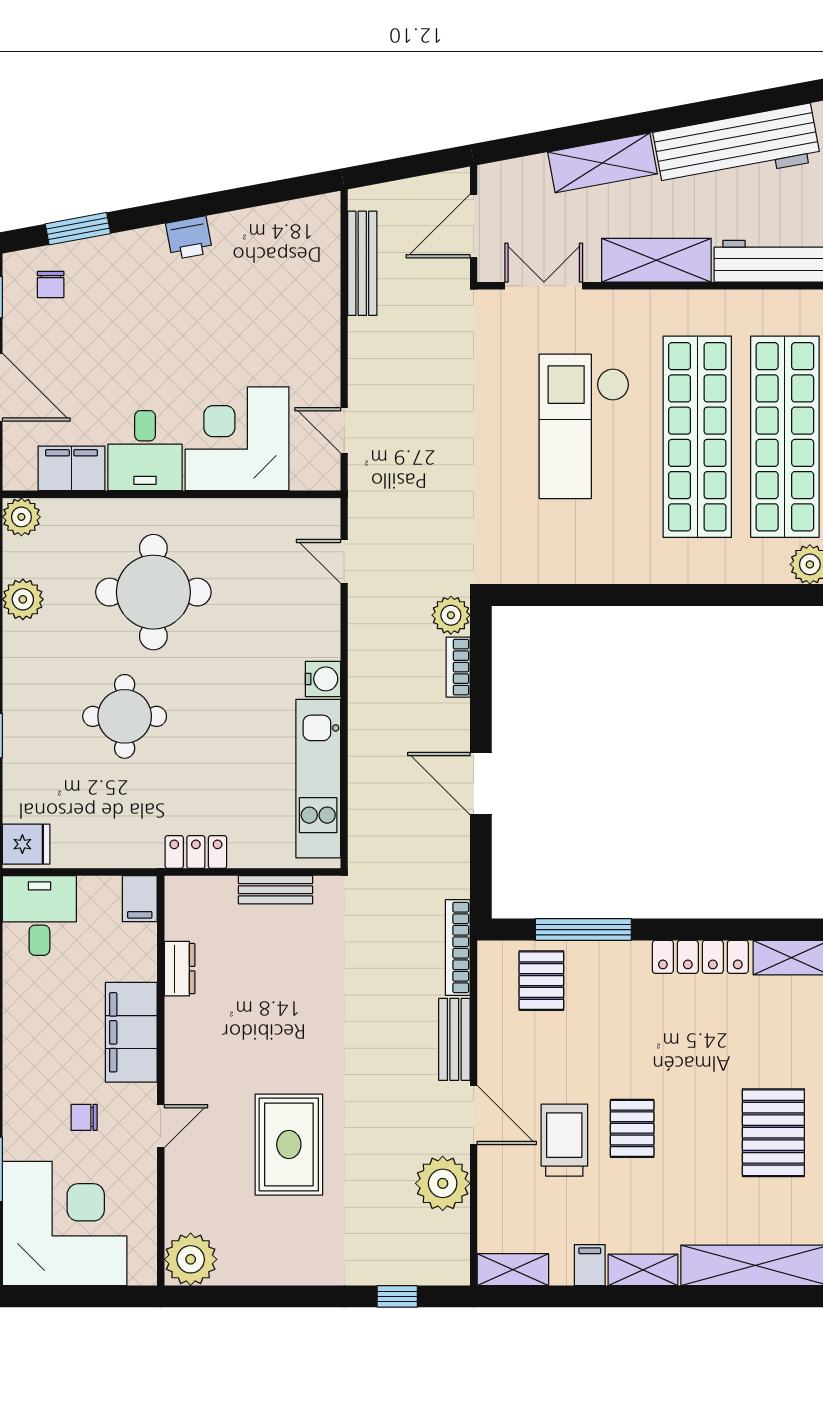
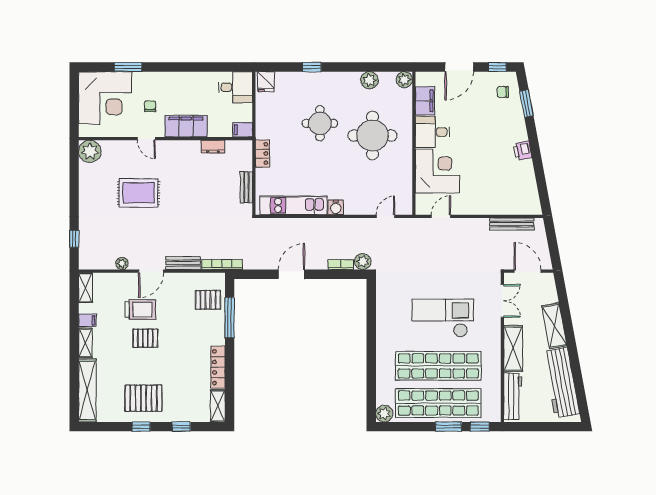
plant: (443, 1183) -> (122, 263), width x0.53, depth x0.53

